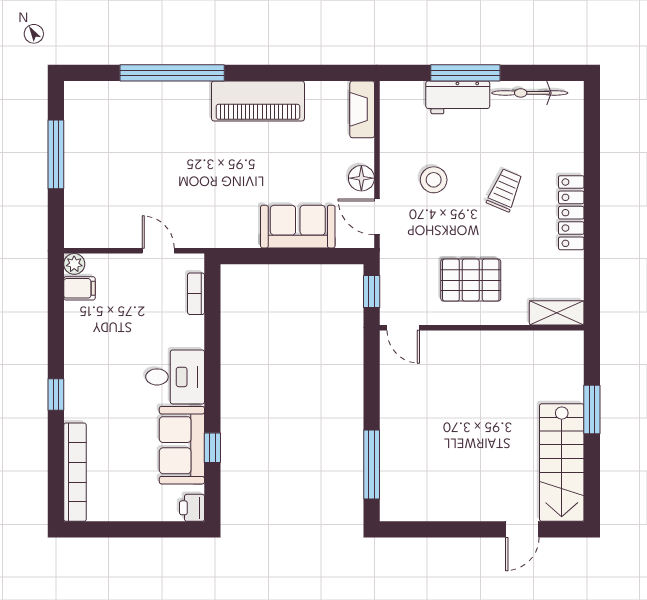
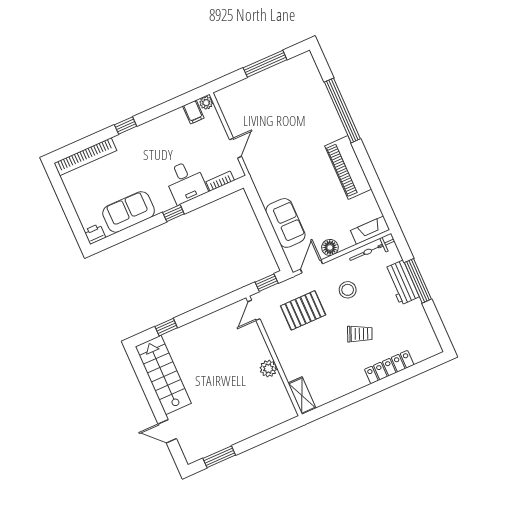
bicycle: (530, 93) -> (372, 250), moved, turned -90
locker: (571, 213) -> (389, 367), moved
pallet: (471, 280) -> (303, 310), moved, turned 90
plant: (496, 344) -> (268, 369), added
desk: (175, 377) -> (186, 182), moved
window: (592, 409) -> (219, 457), moved
window: (212, 448) -> (173, 213), moved
stairs: (562, 463) -> (163, 375), moved, turned 90
window: (372, 465) -> (166, 327), width x0.46

